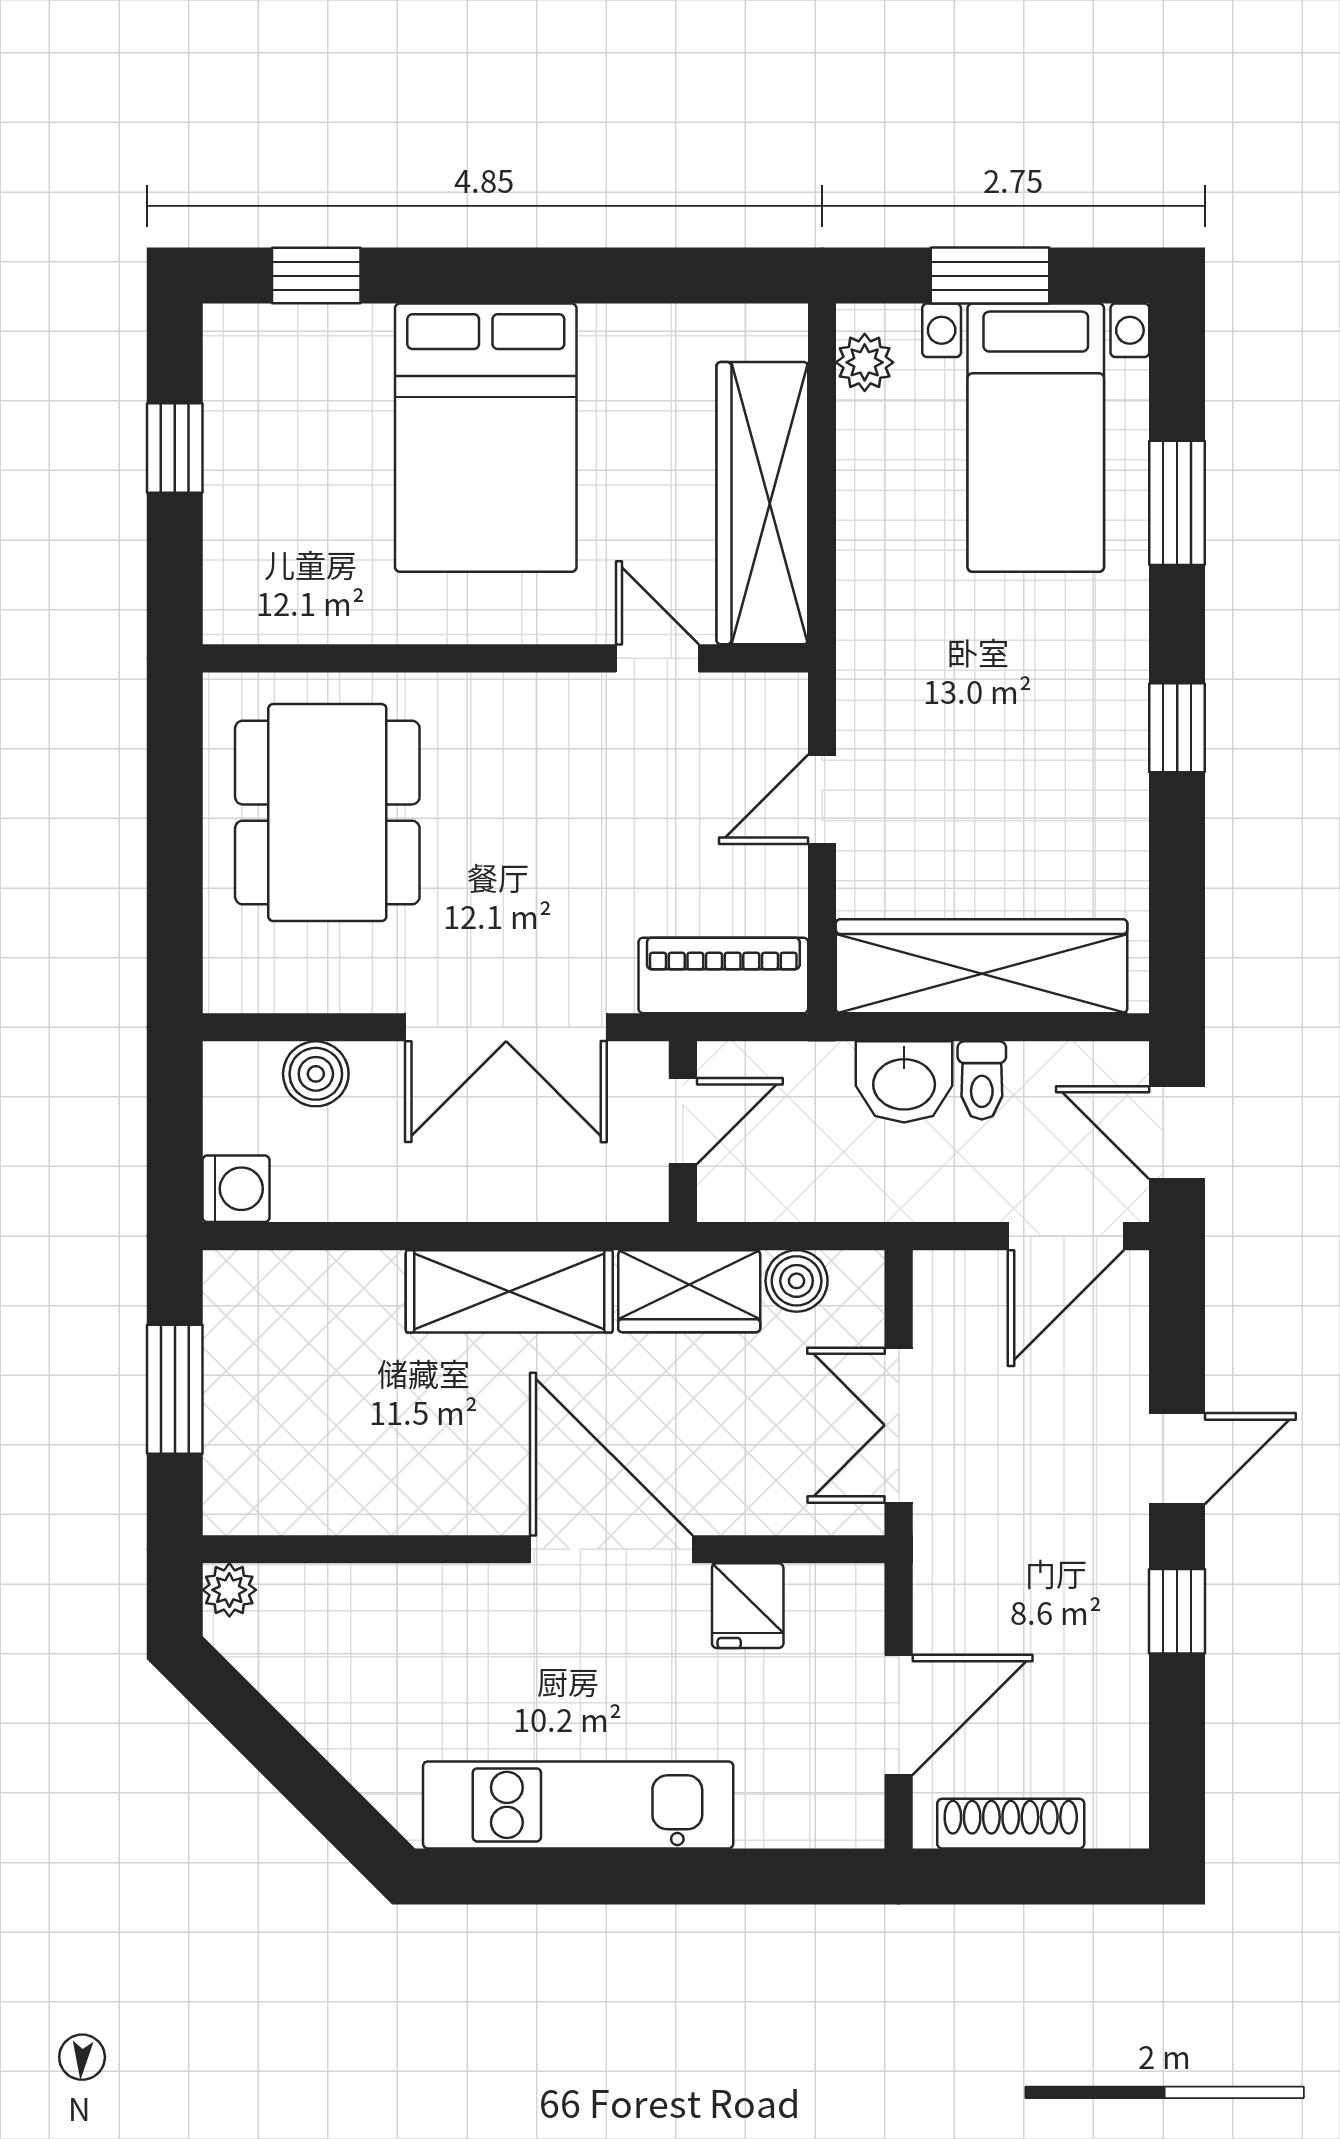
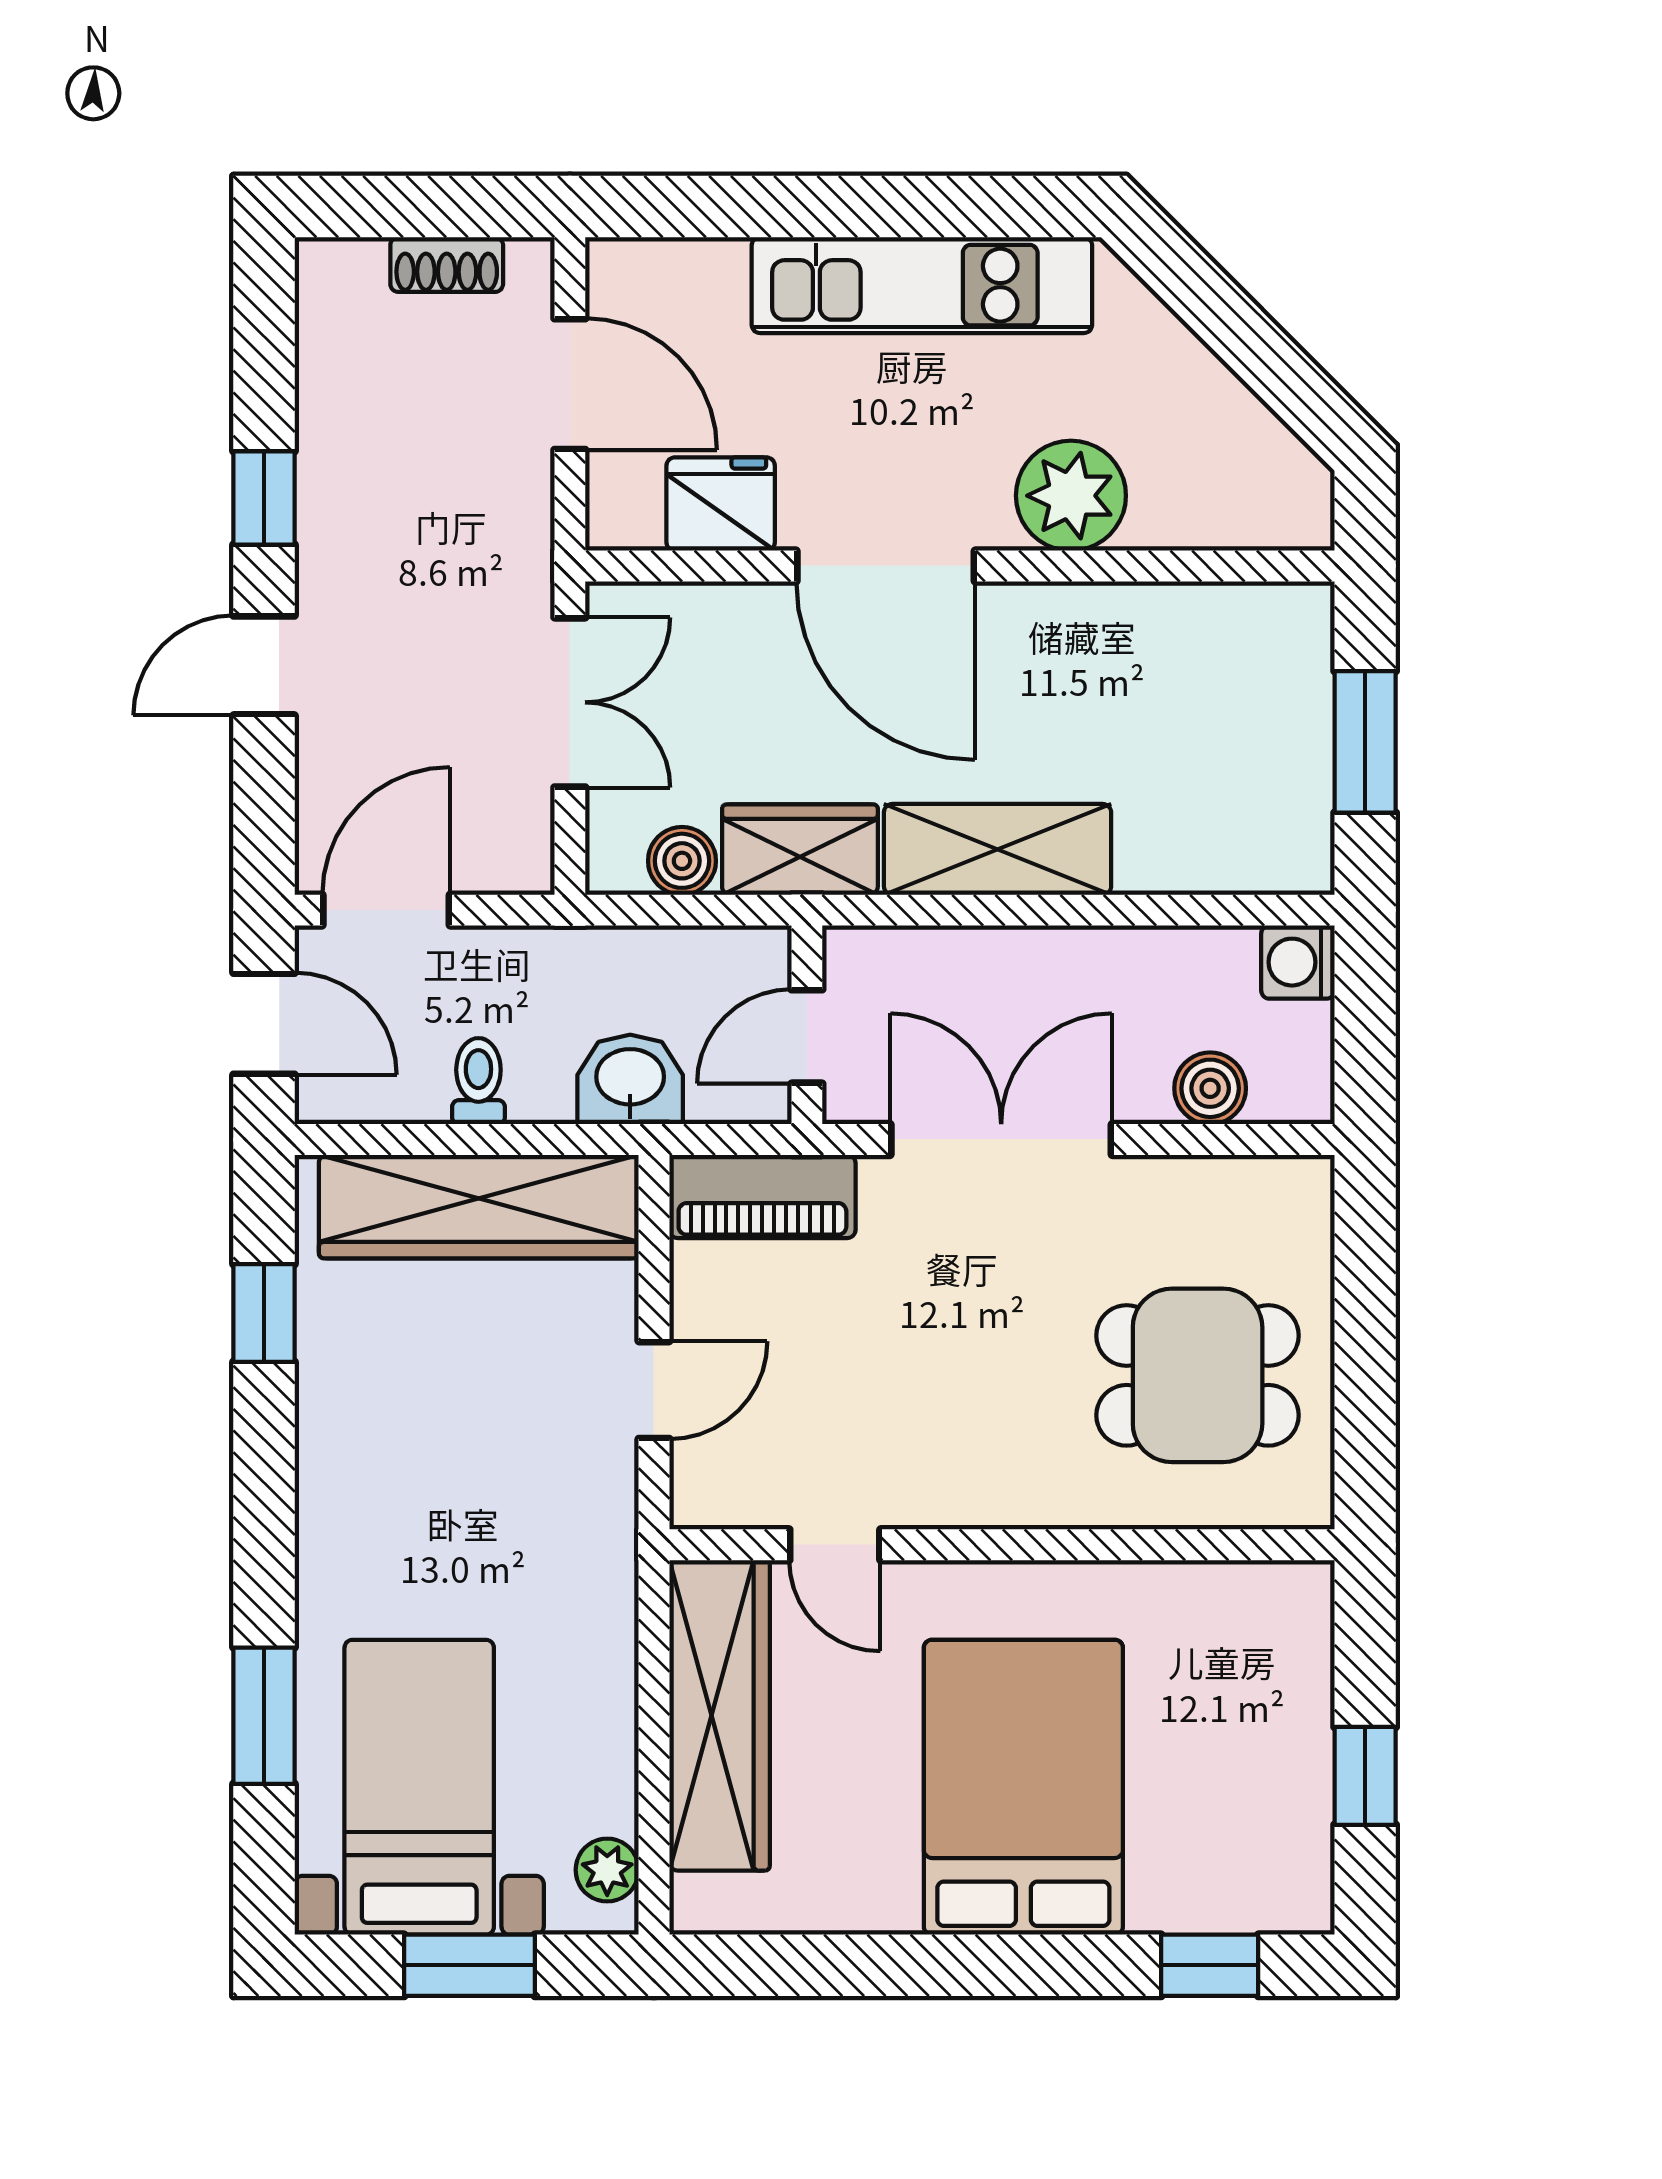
window: (1177, 728) -> (264, 1313), moved
dining table: (327, 813) -> (1198, 1375), width x0.73
washbasin: (904, 1082) -> (630, 1079), moved
plant: (229, 1590) -> (1071, 496), moved, width x1.88, depth x1.88
fridge: (748, 1606) -> (721, 504), width x1.38
door: (899, 1715) -> (570, 384), swing flipped
shoe rack: (1011, 1824) -> (447, 265), width x0.70

